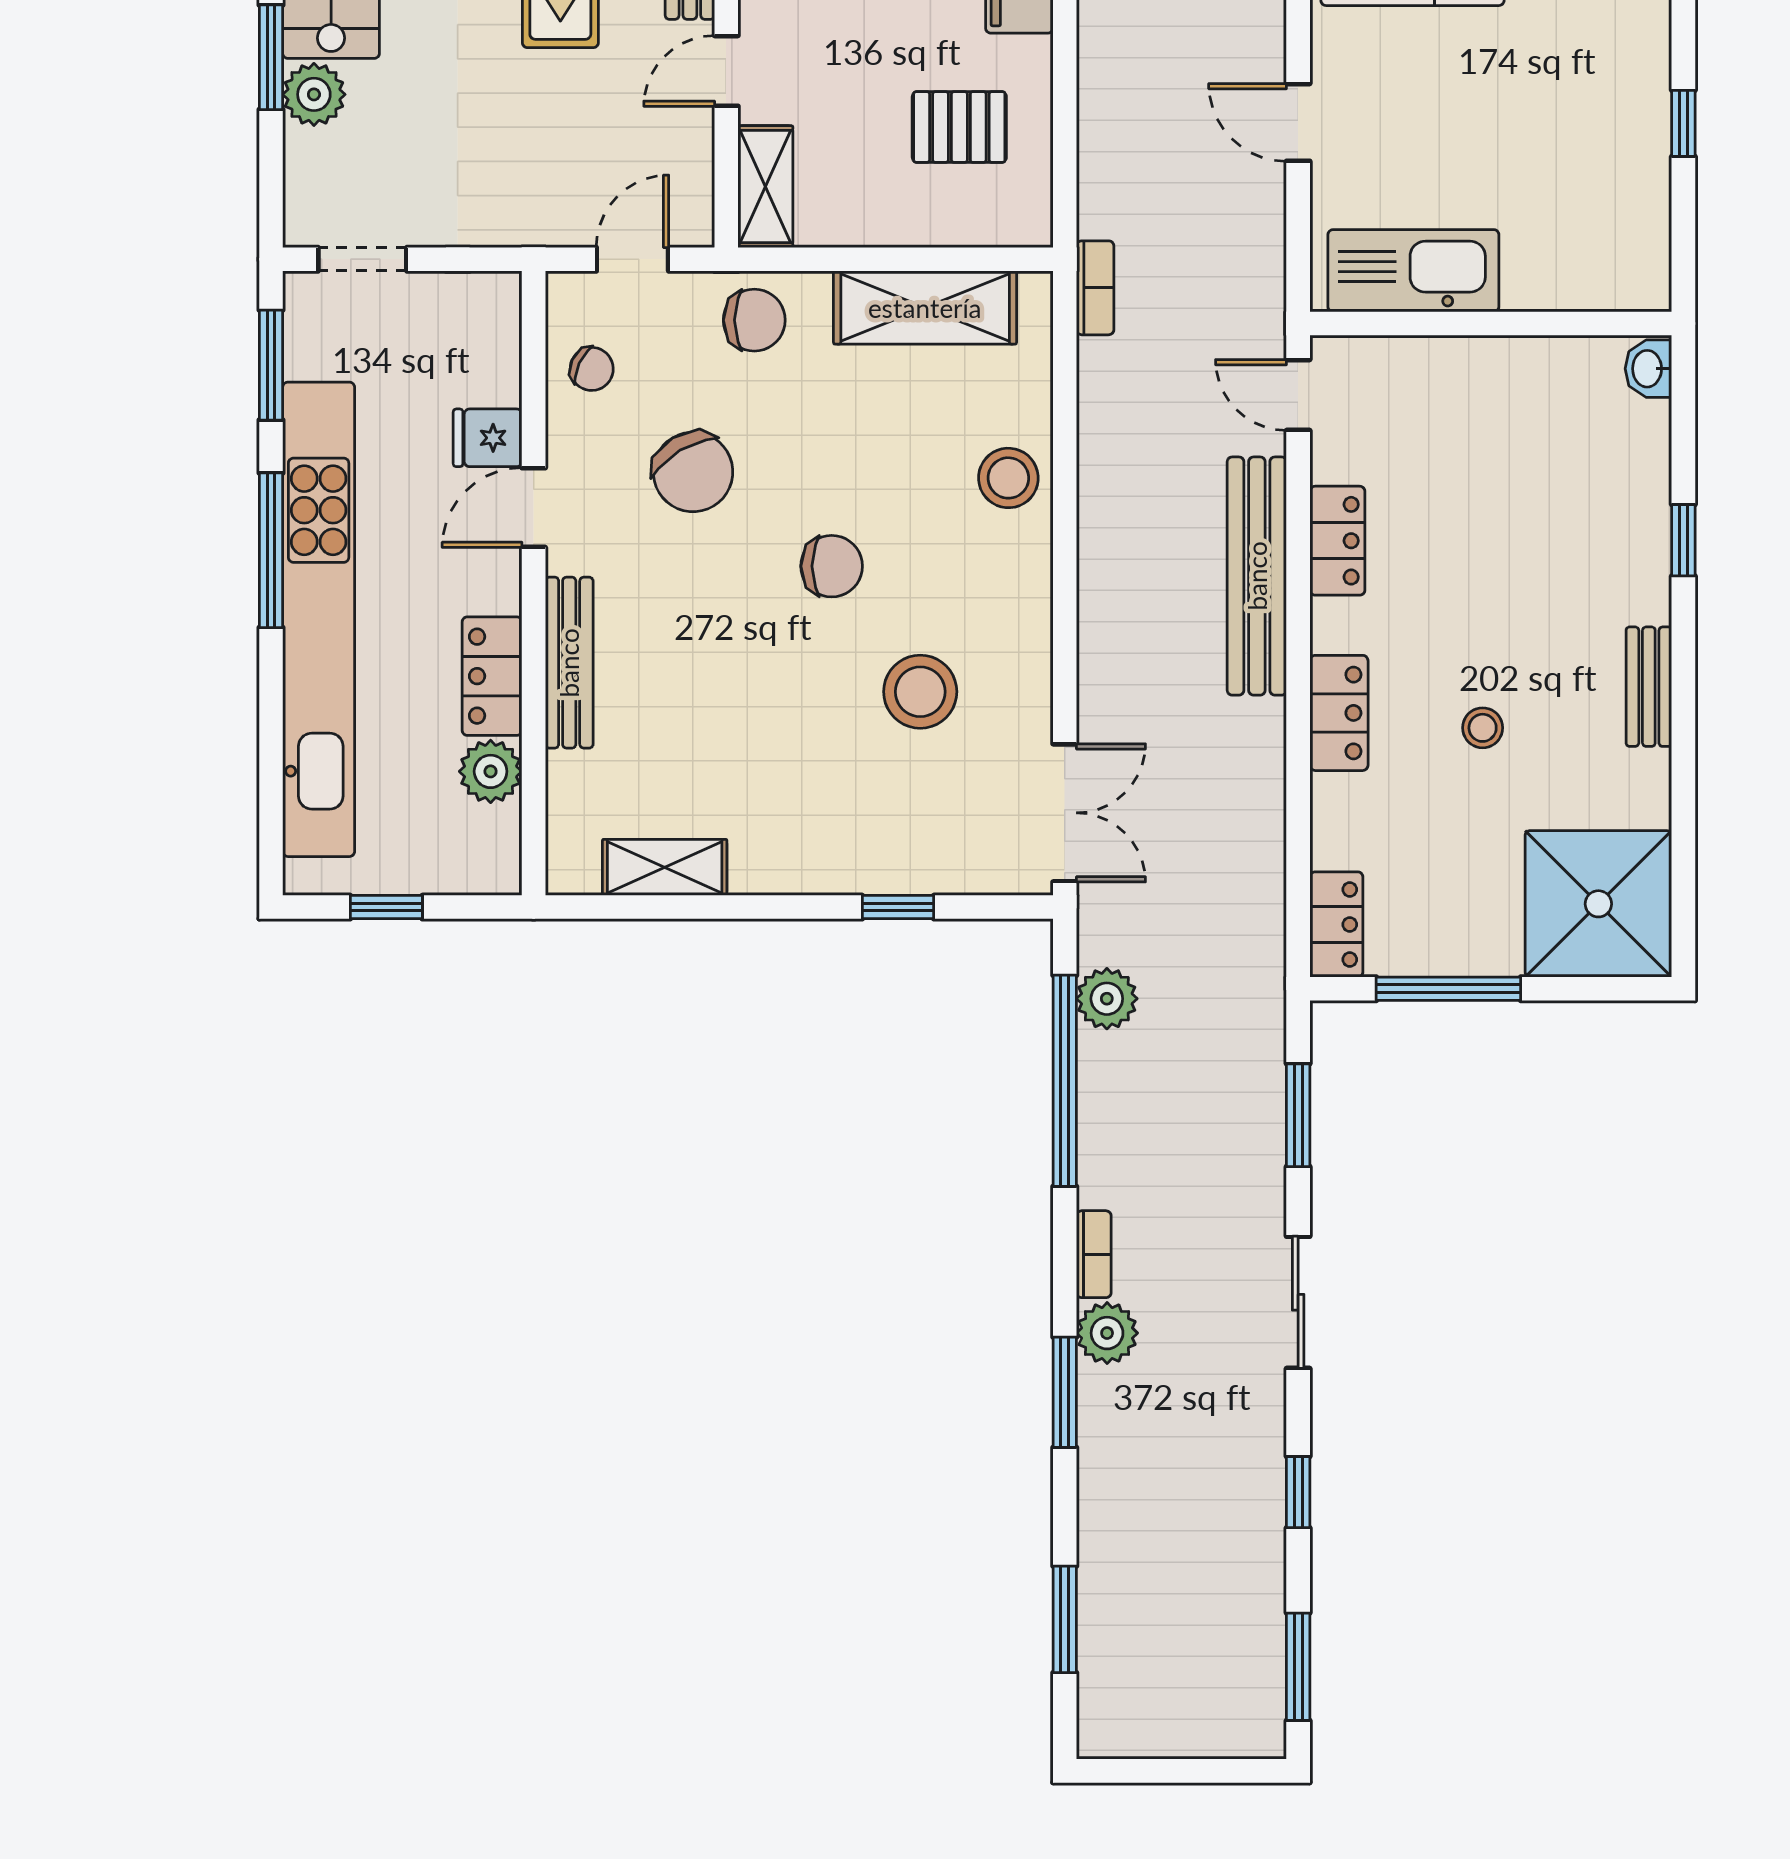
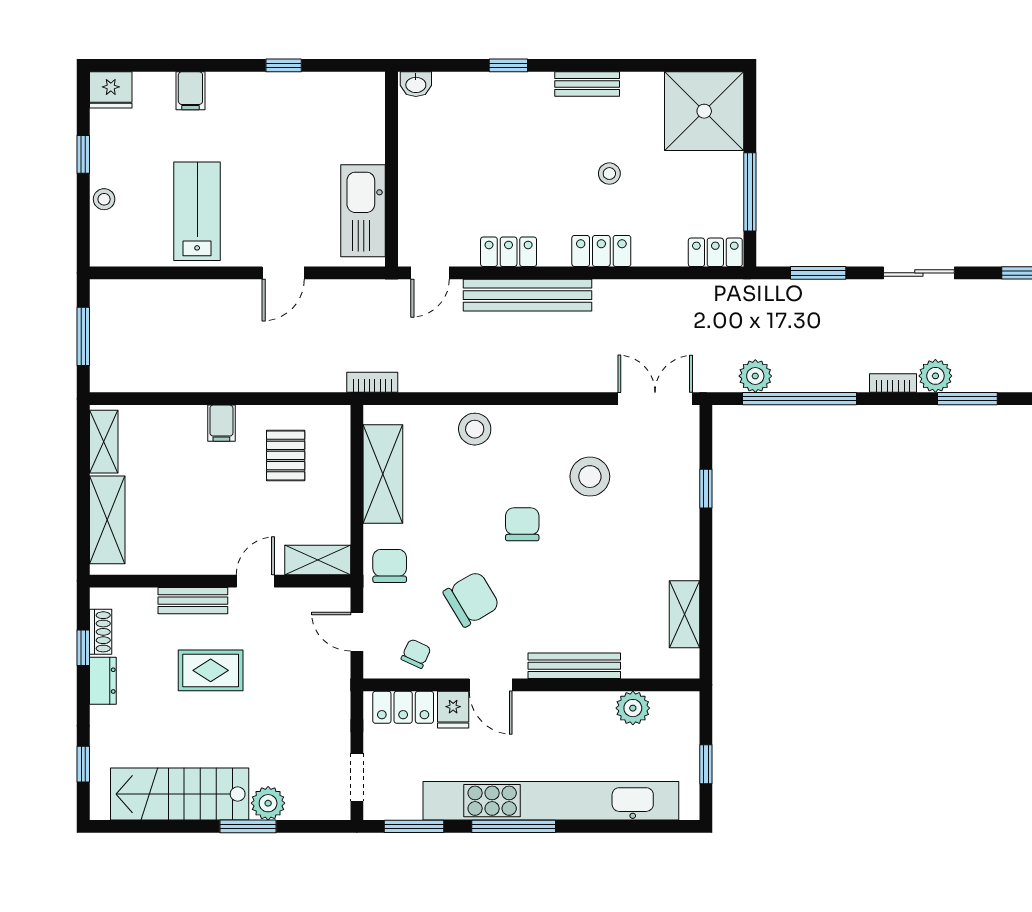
door: (726, 71) -> (255, 581), swing flipped
locker: (492, 676) -> (403, 707), moved

